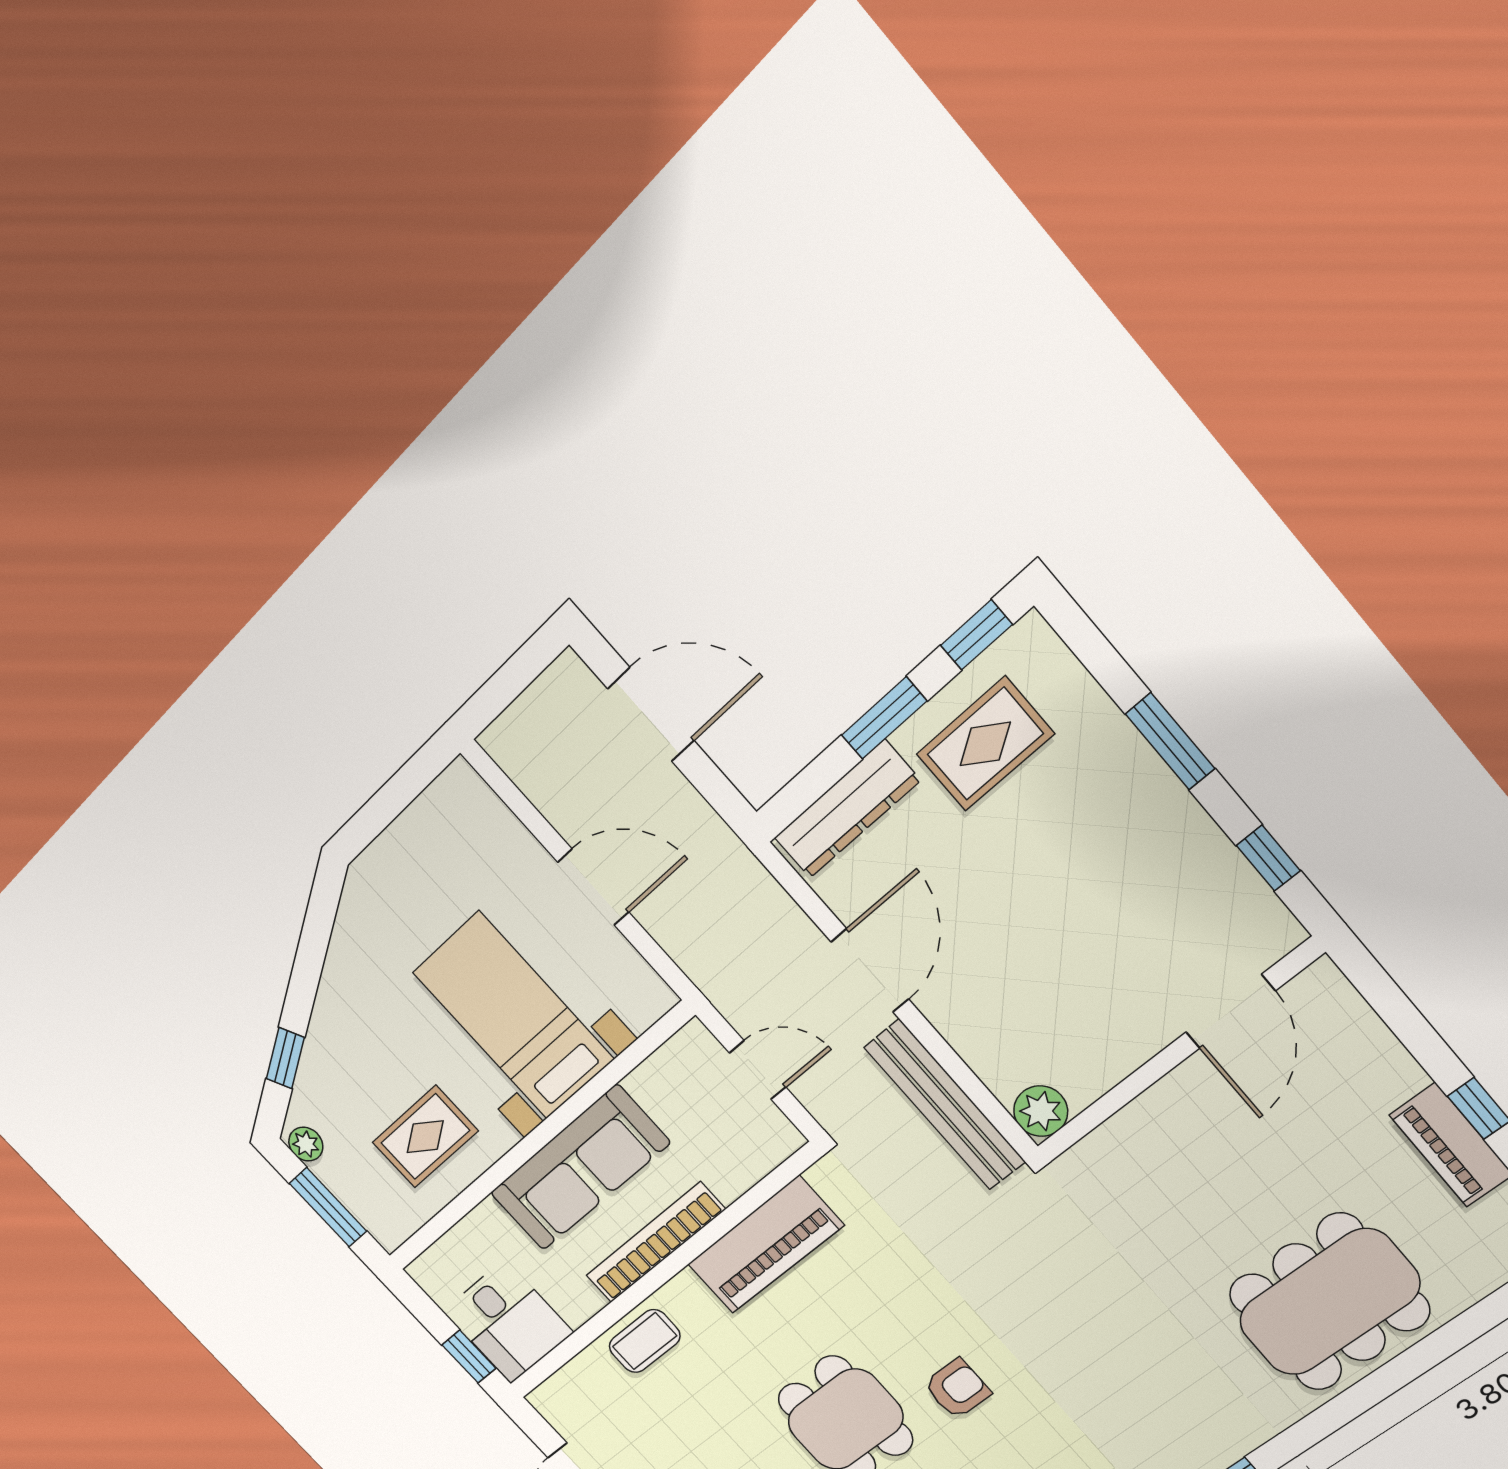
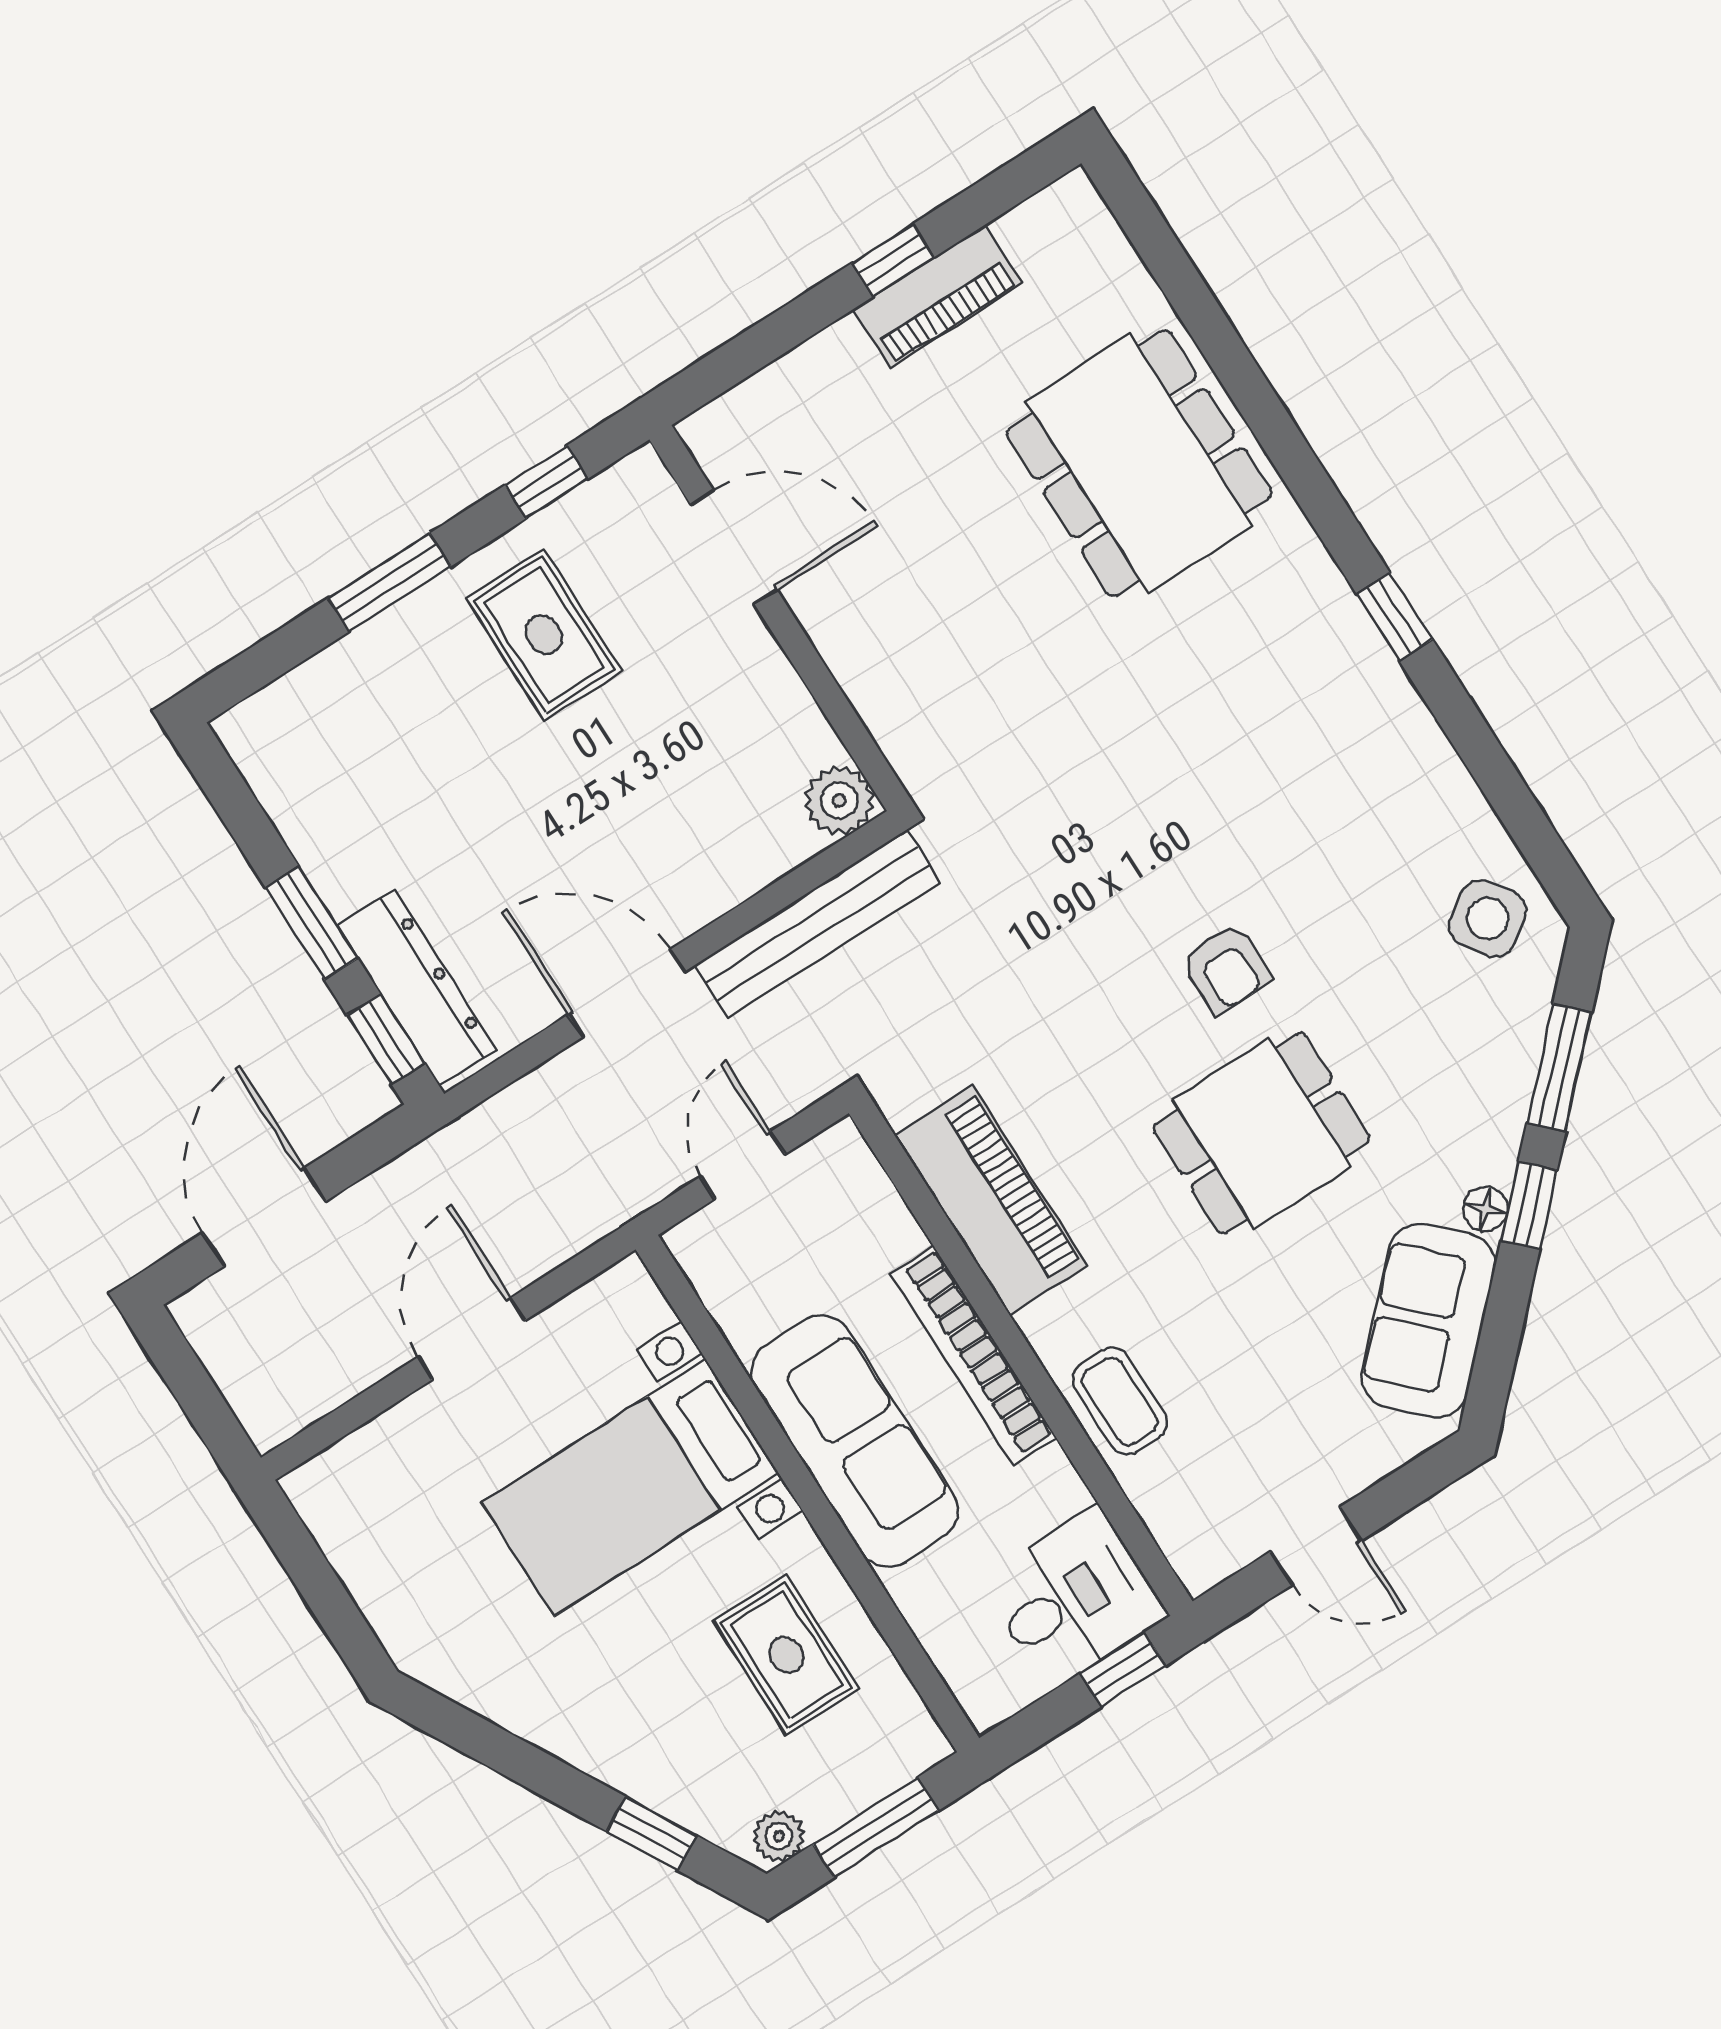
window: (976, 635) -> (386, 1039), moved
rug: (985, 744) -> (544, 635), moved
armchair: (957, 1389) -> (1226, 969), turned 180

